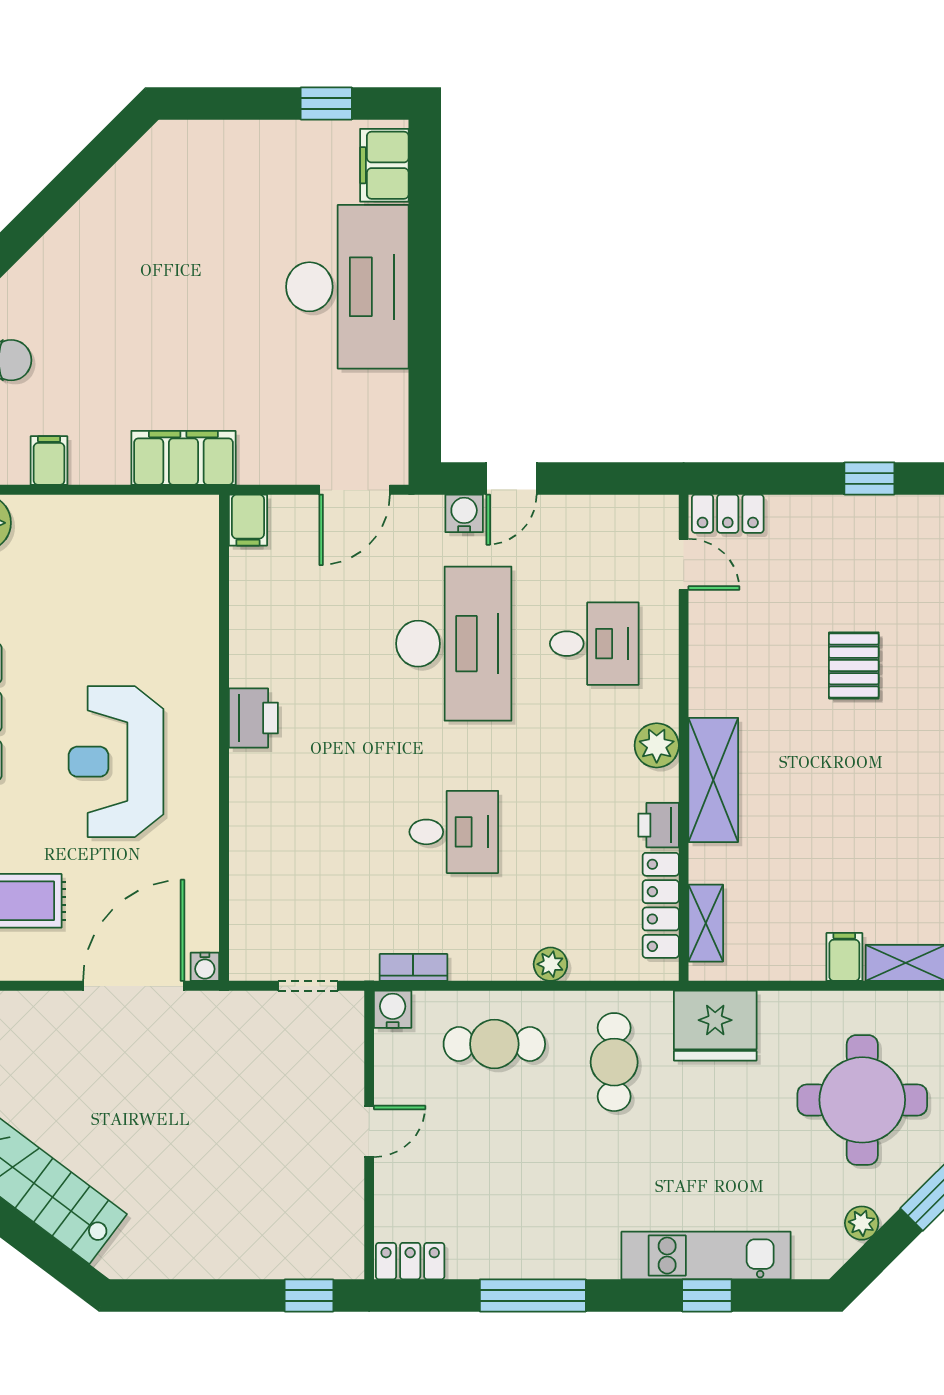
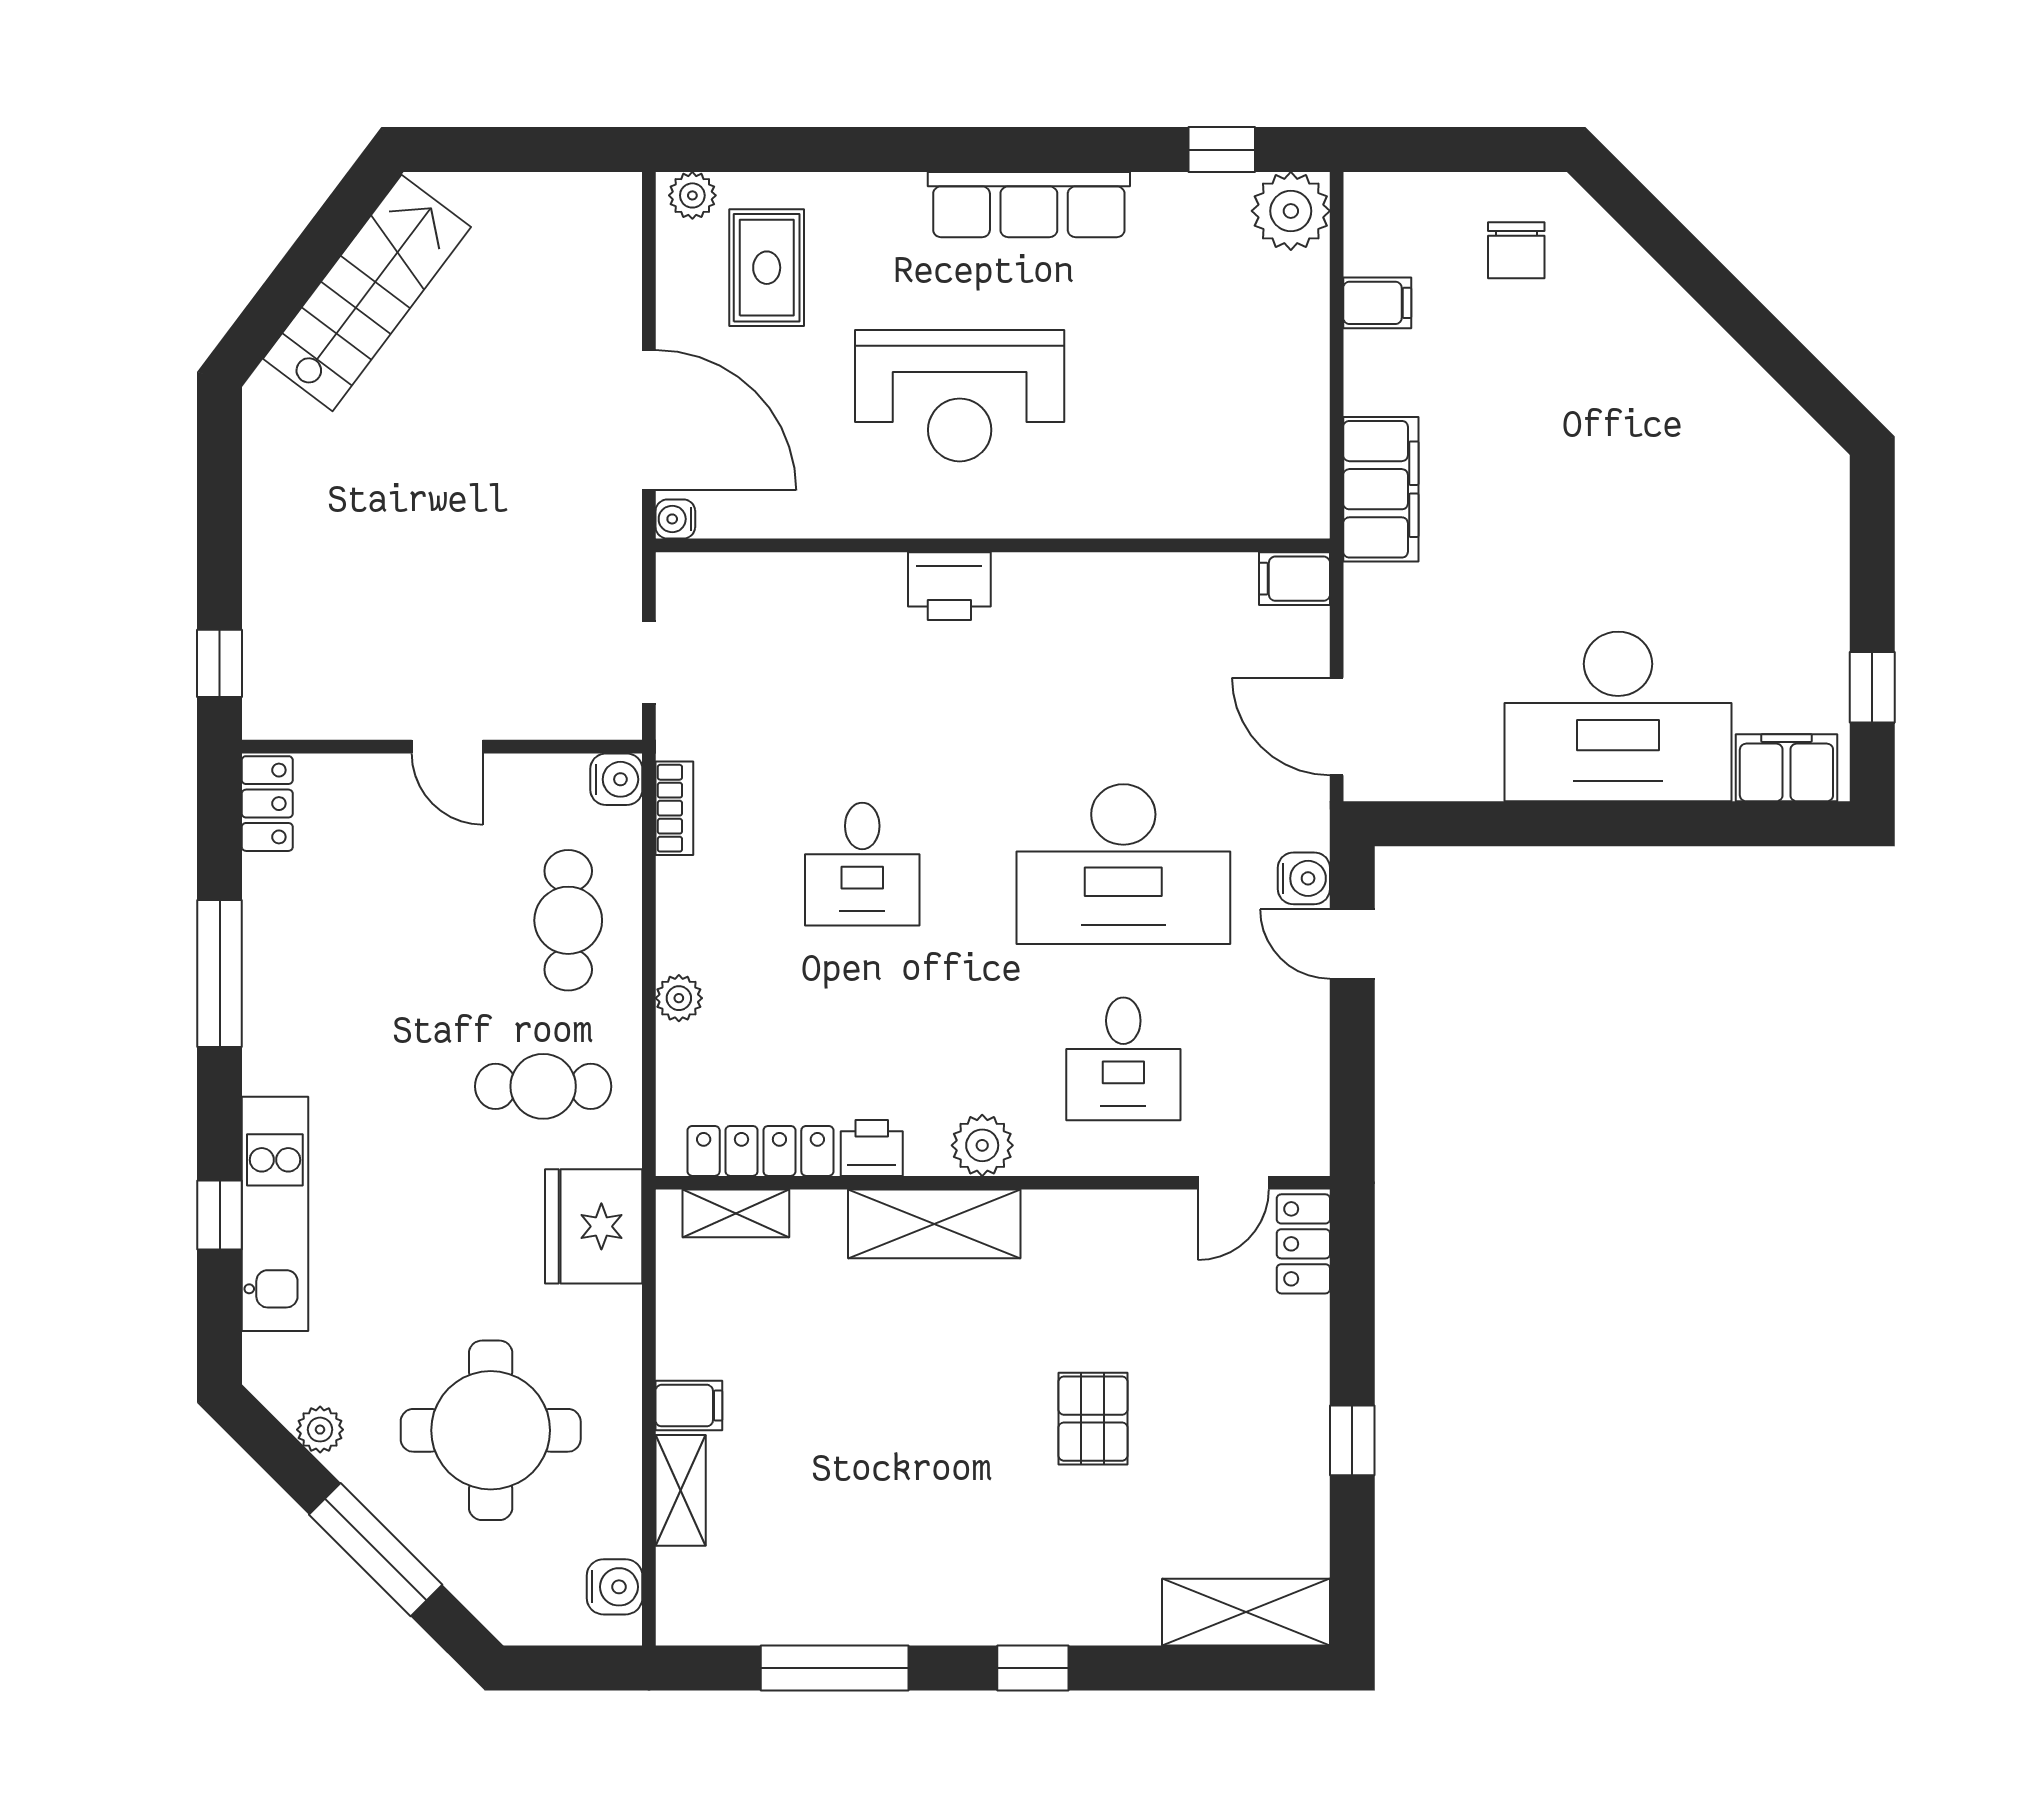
pallet: (854, 665) -> (1093, 1419), turned 90
printer: (253, 718) -> (949, 586), moved
reception desk: (116, 762) -> (960, 396), turned 180

